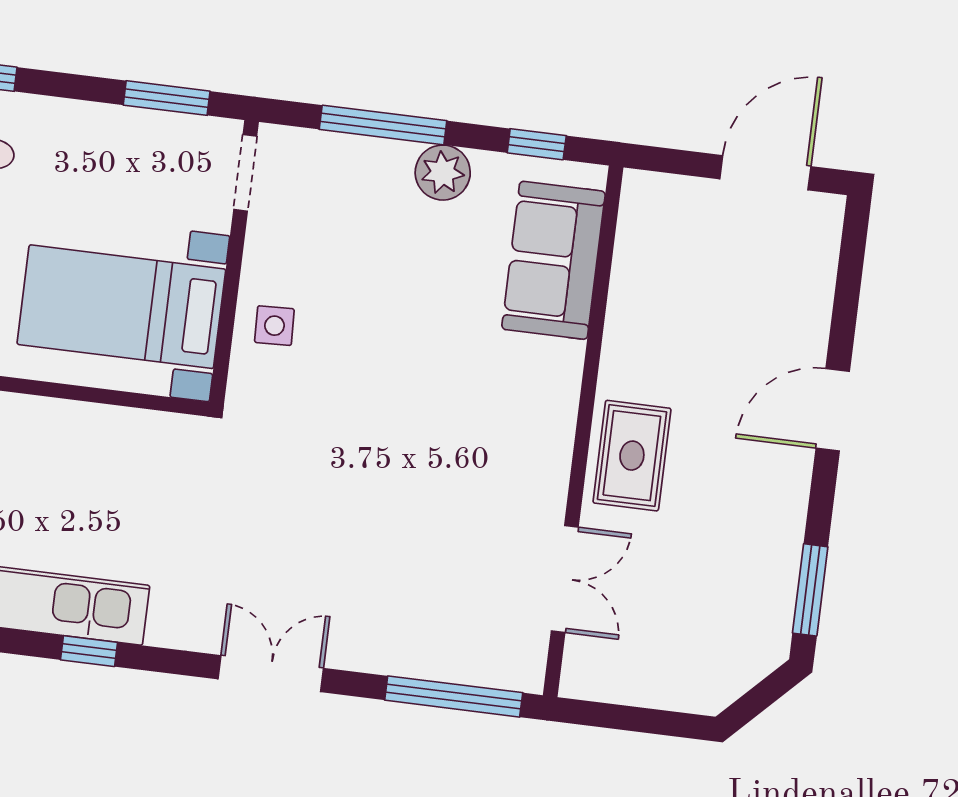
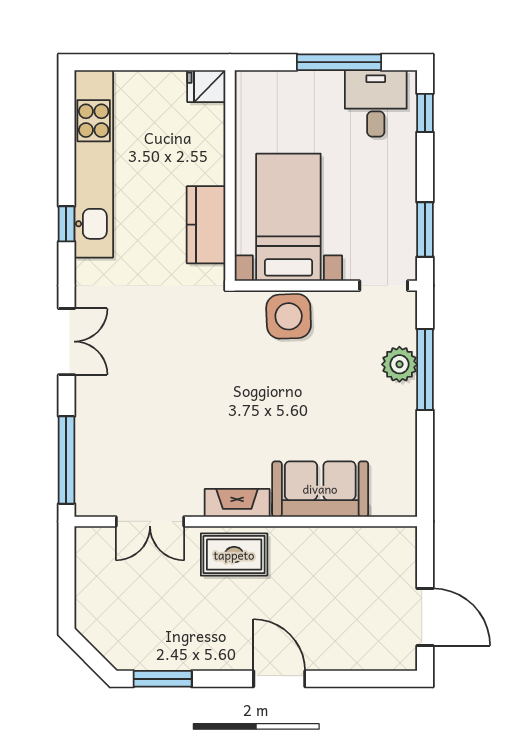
window: (537, 144) -> (425, 469), removed
plant: (443, 173) -> (399, 364), moved
sofa: (554, 260) -> (320, 489), moved
side table: (274, 326) -> (289, 316), width x1.87, depth x1.87
kitchen counter: (117, 436) -> (206, 225), added
fireplace: (553, 441) -> (237, 503), added

